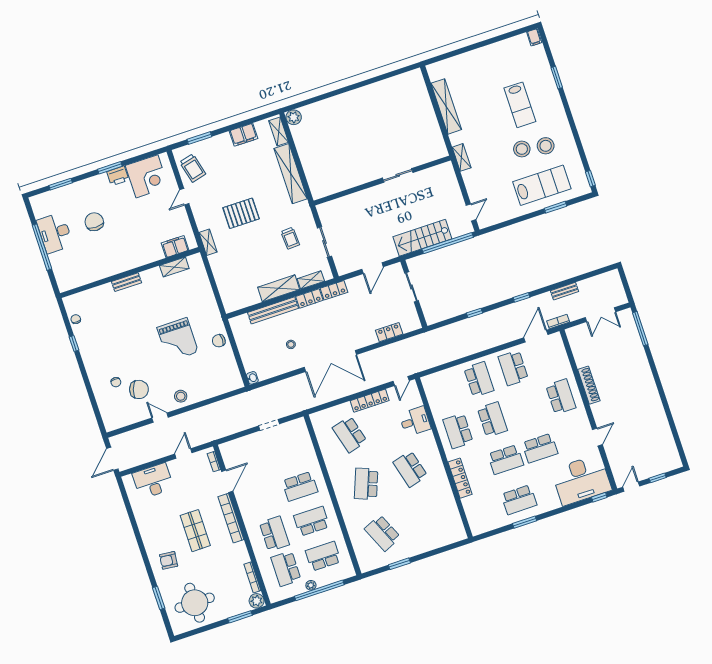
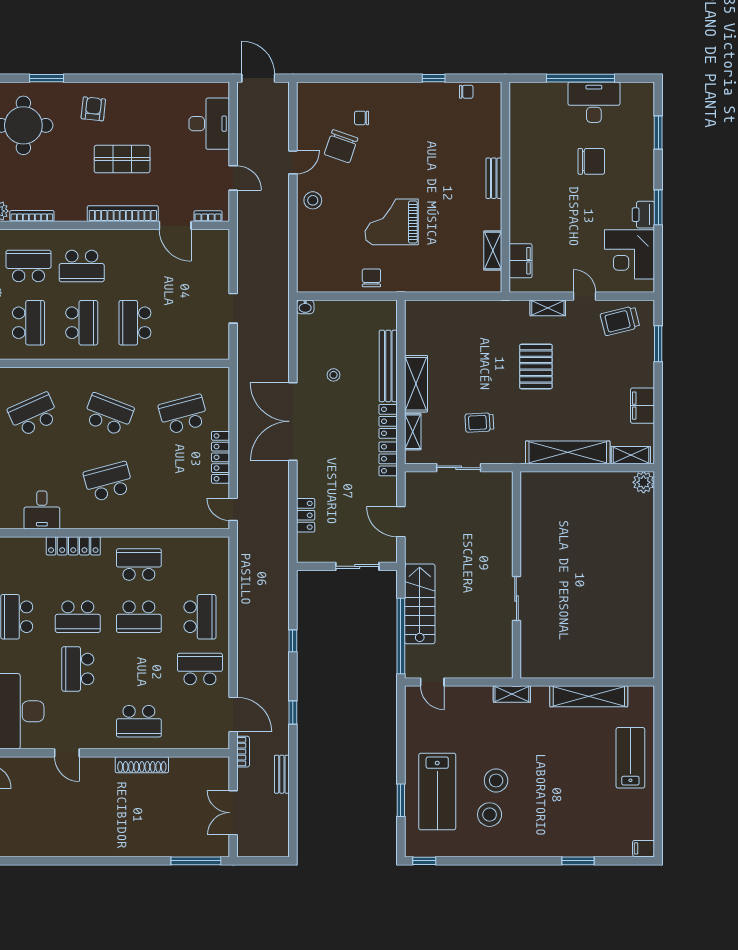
lab bench: (520, 105) -> (630, 758), moved, turned 90
shelving: (208, 242) -> (548, 308), moved
school desk: (479, 379) -> (200, 617), turned -90
desk: (415, 421) -> (42, 510), moved
school desk: (506, 460) -> (78, 617), turned -90

